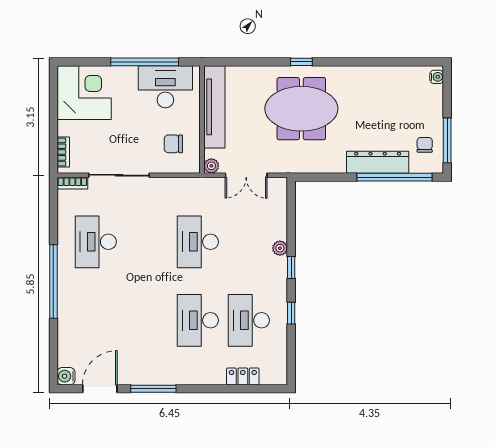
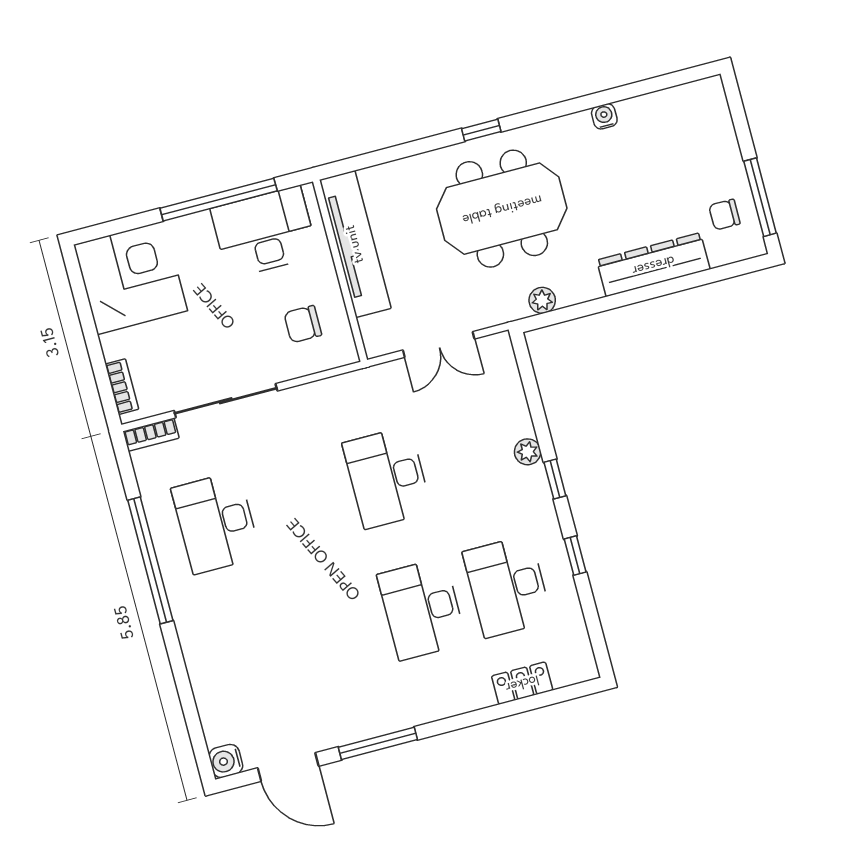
water cooler: (437, 77) -> (604, 116), moved, turned -90
chair: (425, 145) -> (724, 215), turned -91
plant: (211, 166) -> (542, 300), moved
window: (394, 177) -> (688, 282), removed
window: (53, 282) -> (150, 560), moved
door: (100, 389) -> (288, 767), swing flipped

